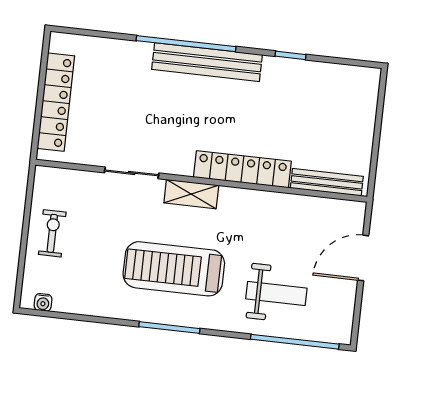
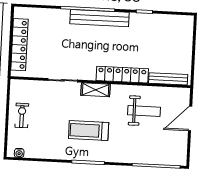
treadmill: (174, 269) -> (89, 131), width x0.73, depth x0.73
weight bench: (276, 293) -> (144, 111), moved

